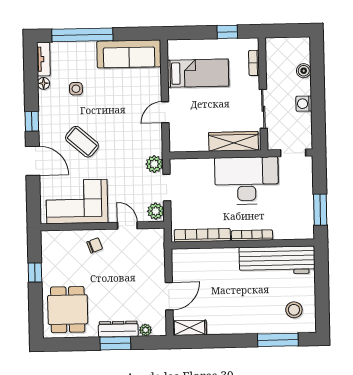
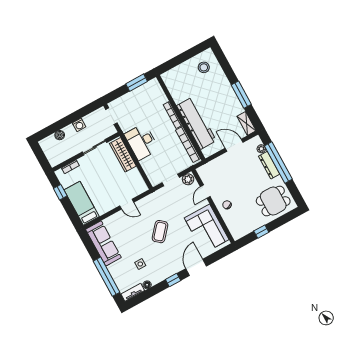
bed: (198, 73) -> (82, 203), moved
coffee table: (82, 142) -> (160, 232), moved
plant: (154, 164) -> (161, 195), removed
desk: (246, 181) -> (142, 142), width x0.73, depth x0.77
workbench: (277, 260) -> (196, 123), moved
window: (278, 340) -> (241, 95), moved
window: (115, 343) -> (278, 163), width x2.11

